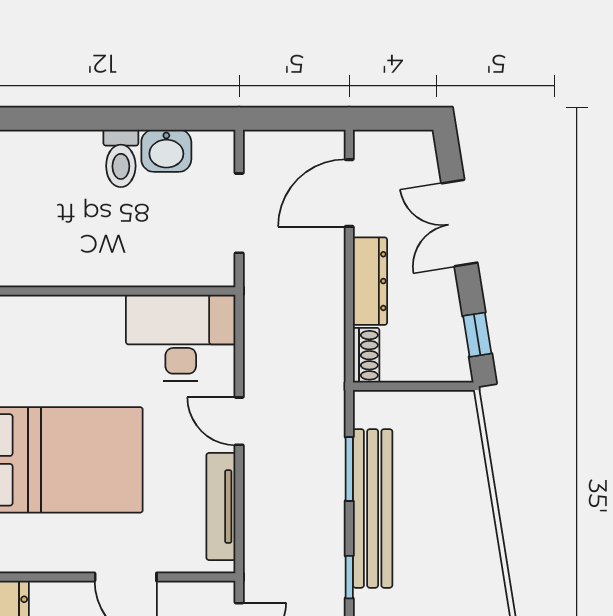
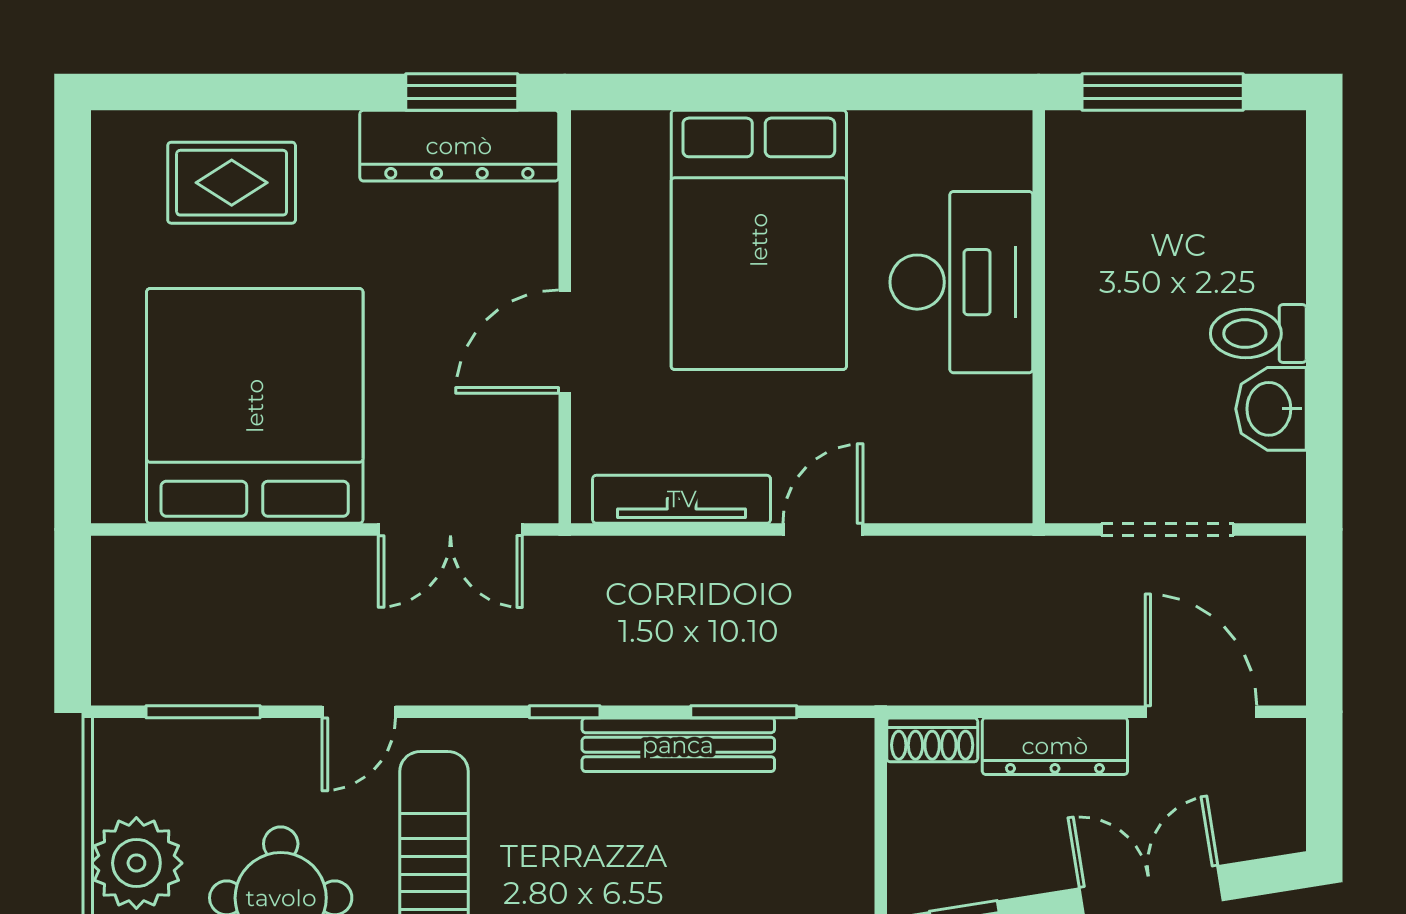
desk: (181, 338) -> (961, 282), moved
bench: (373, 508) -> (678, 745), width x0.73, depth x0.82

